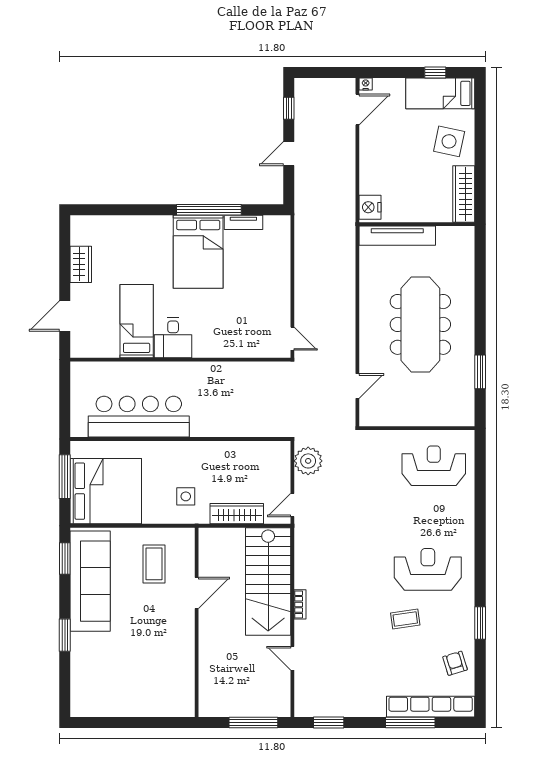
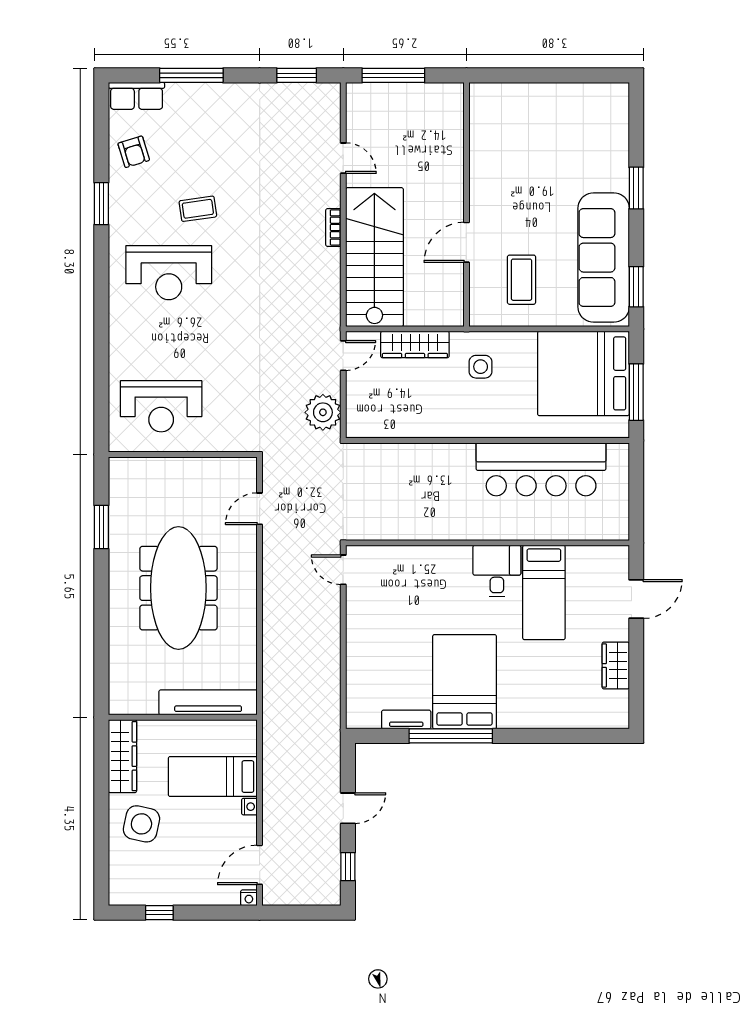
bed: (440, 93) -> (213, 777), moved, turned 180
nightstand: (370, 207) -> (249, 807), moved, width x0.53, depth x0.56
row of seats: (431, 707) -> (137, 96), width x0.50

